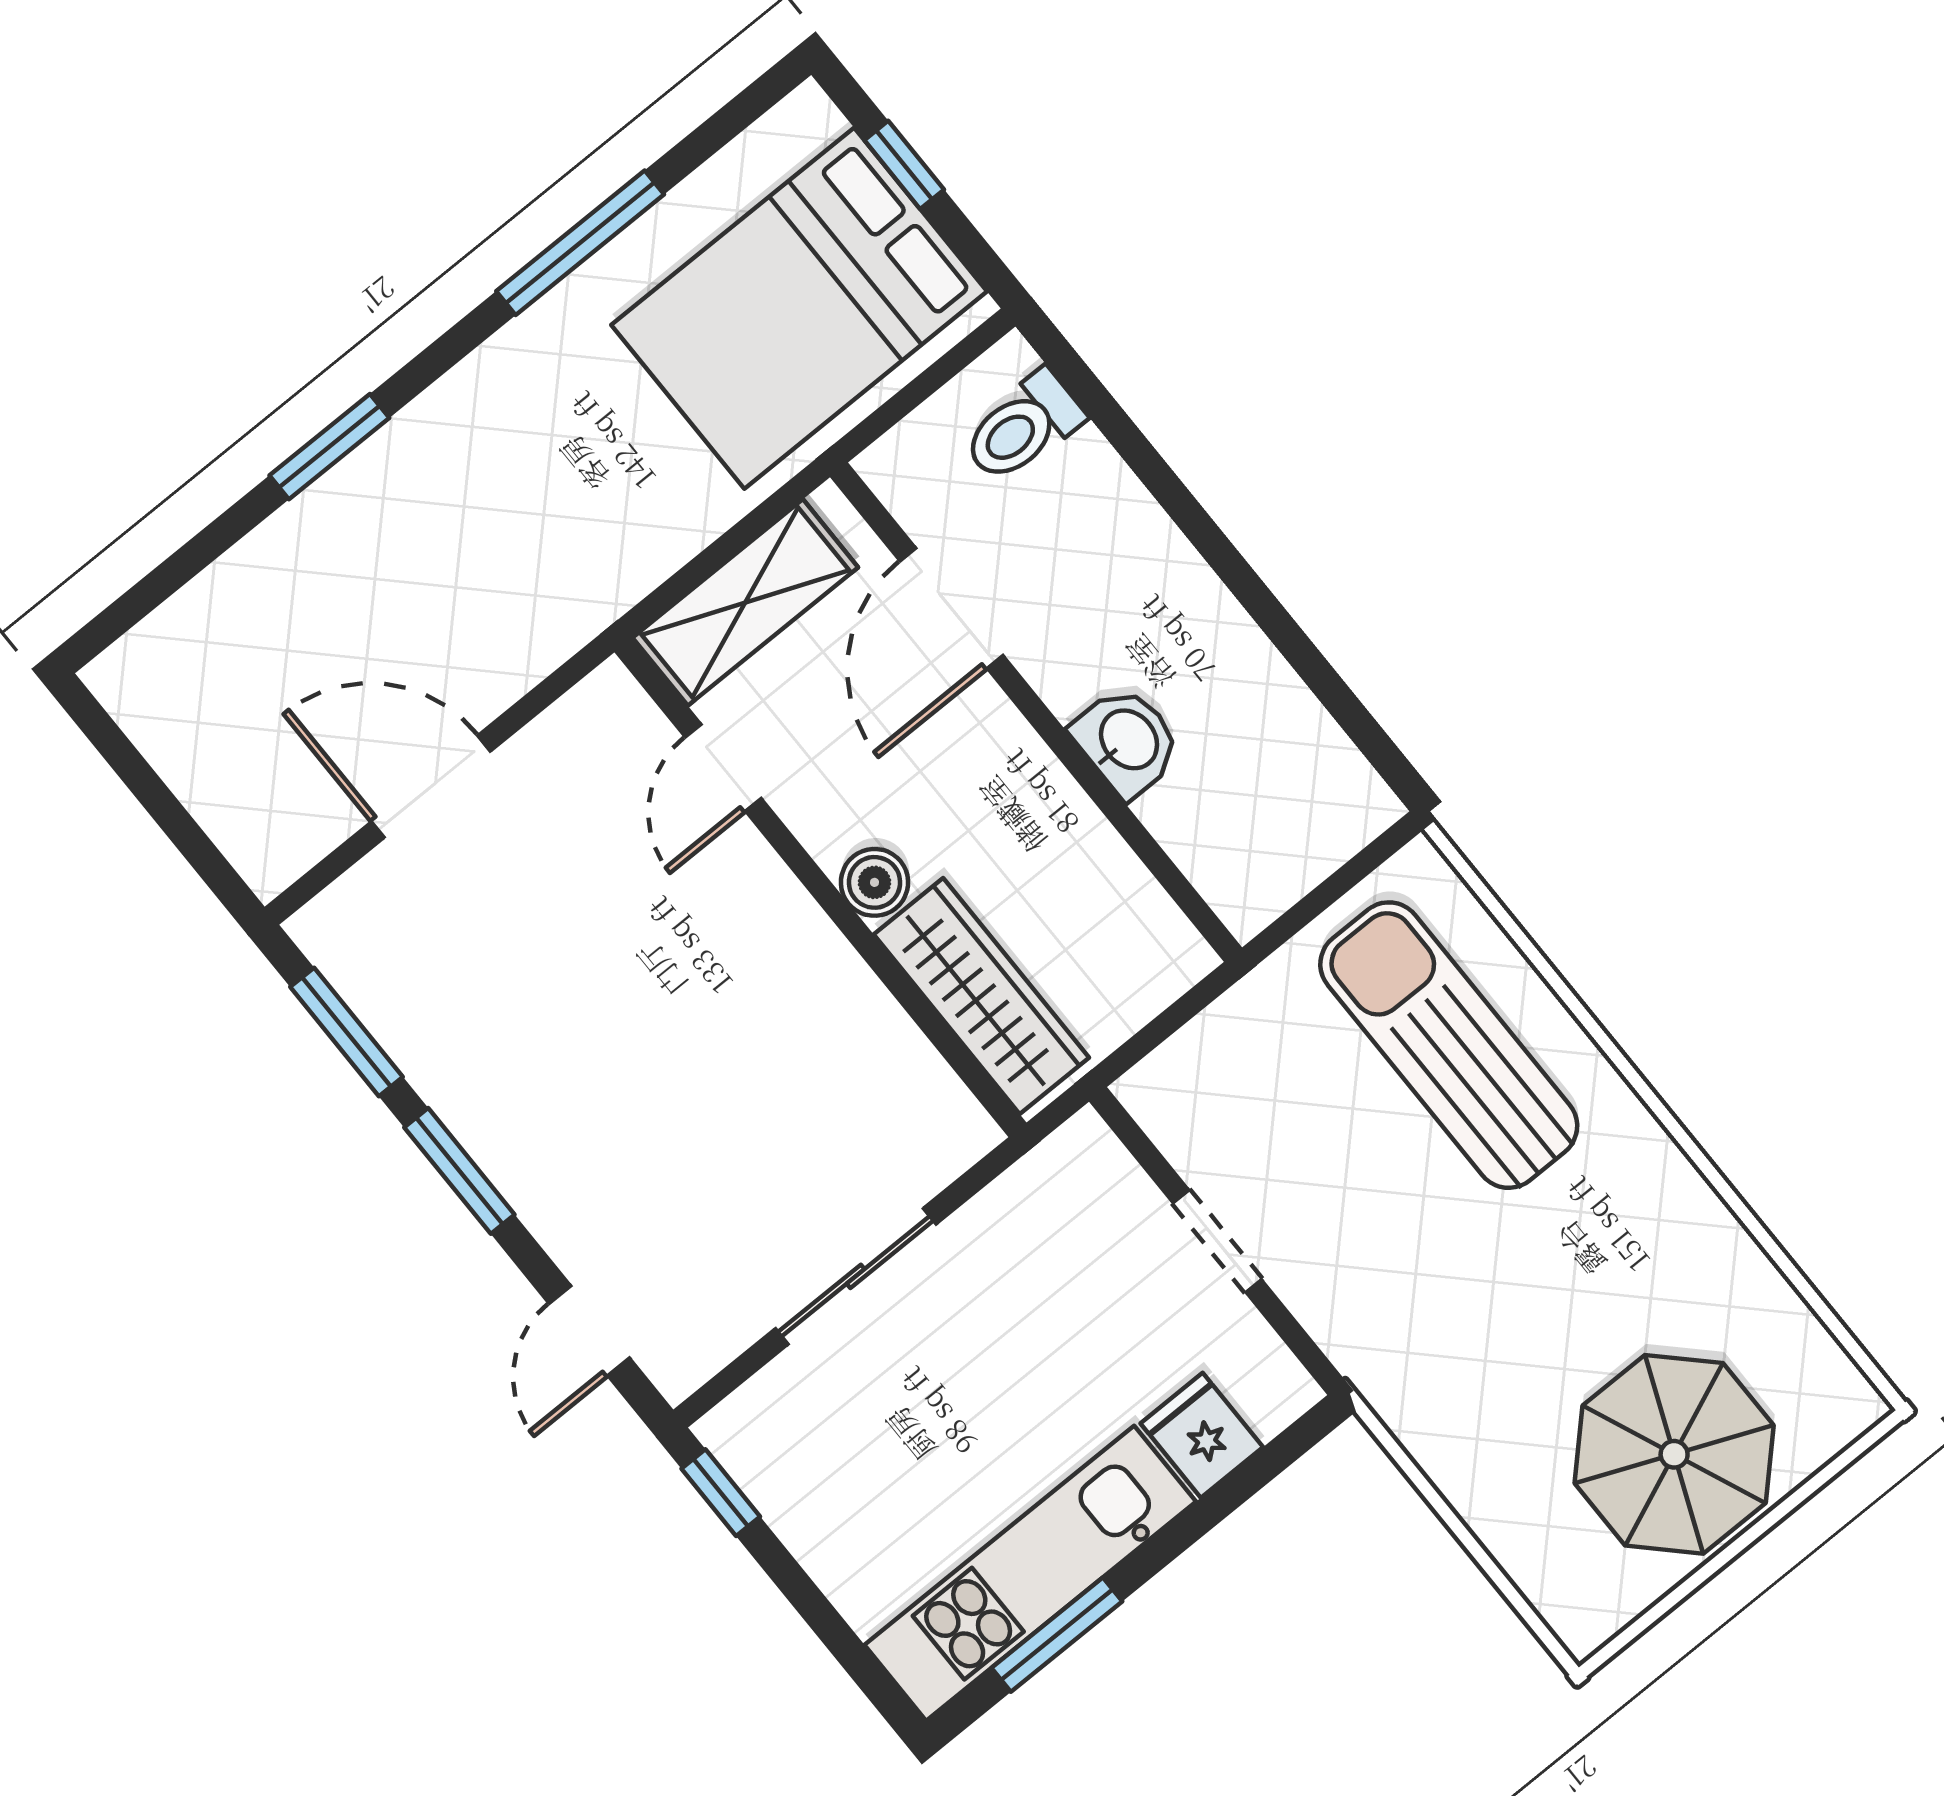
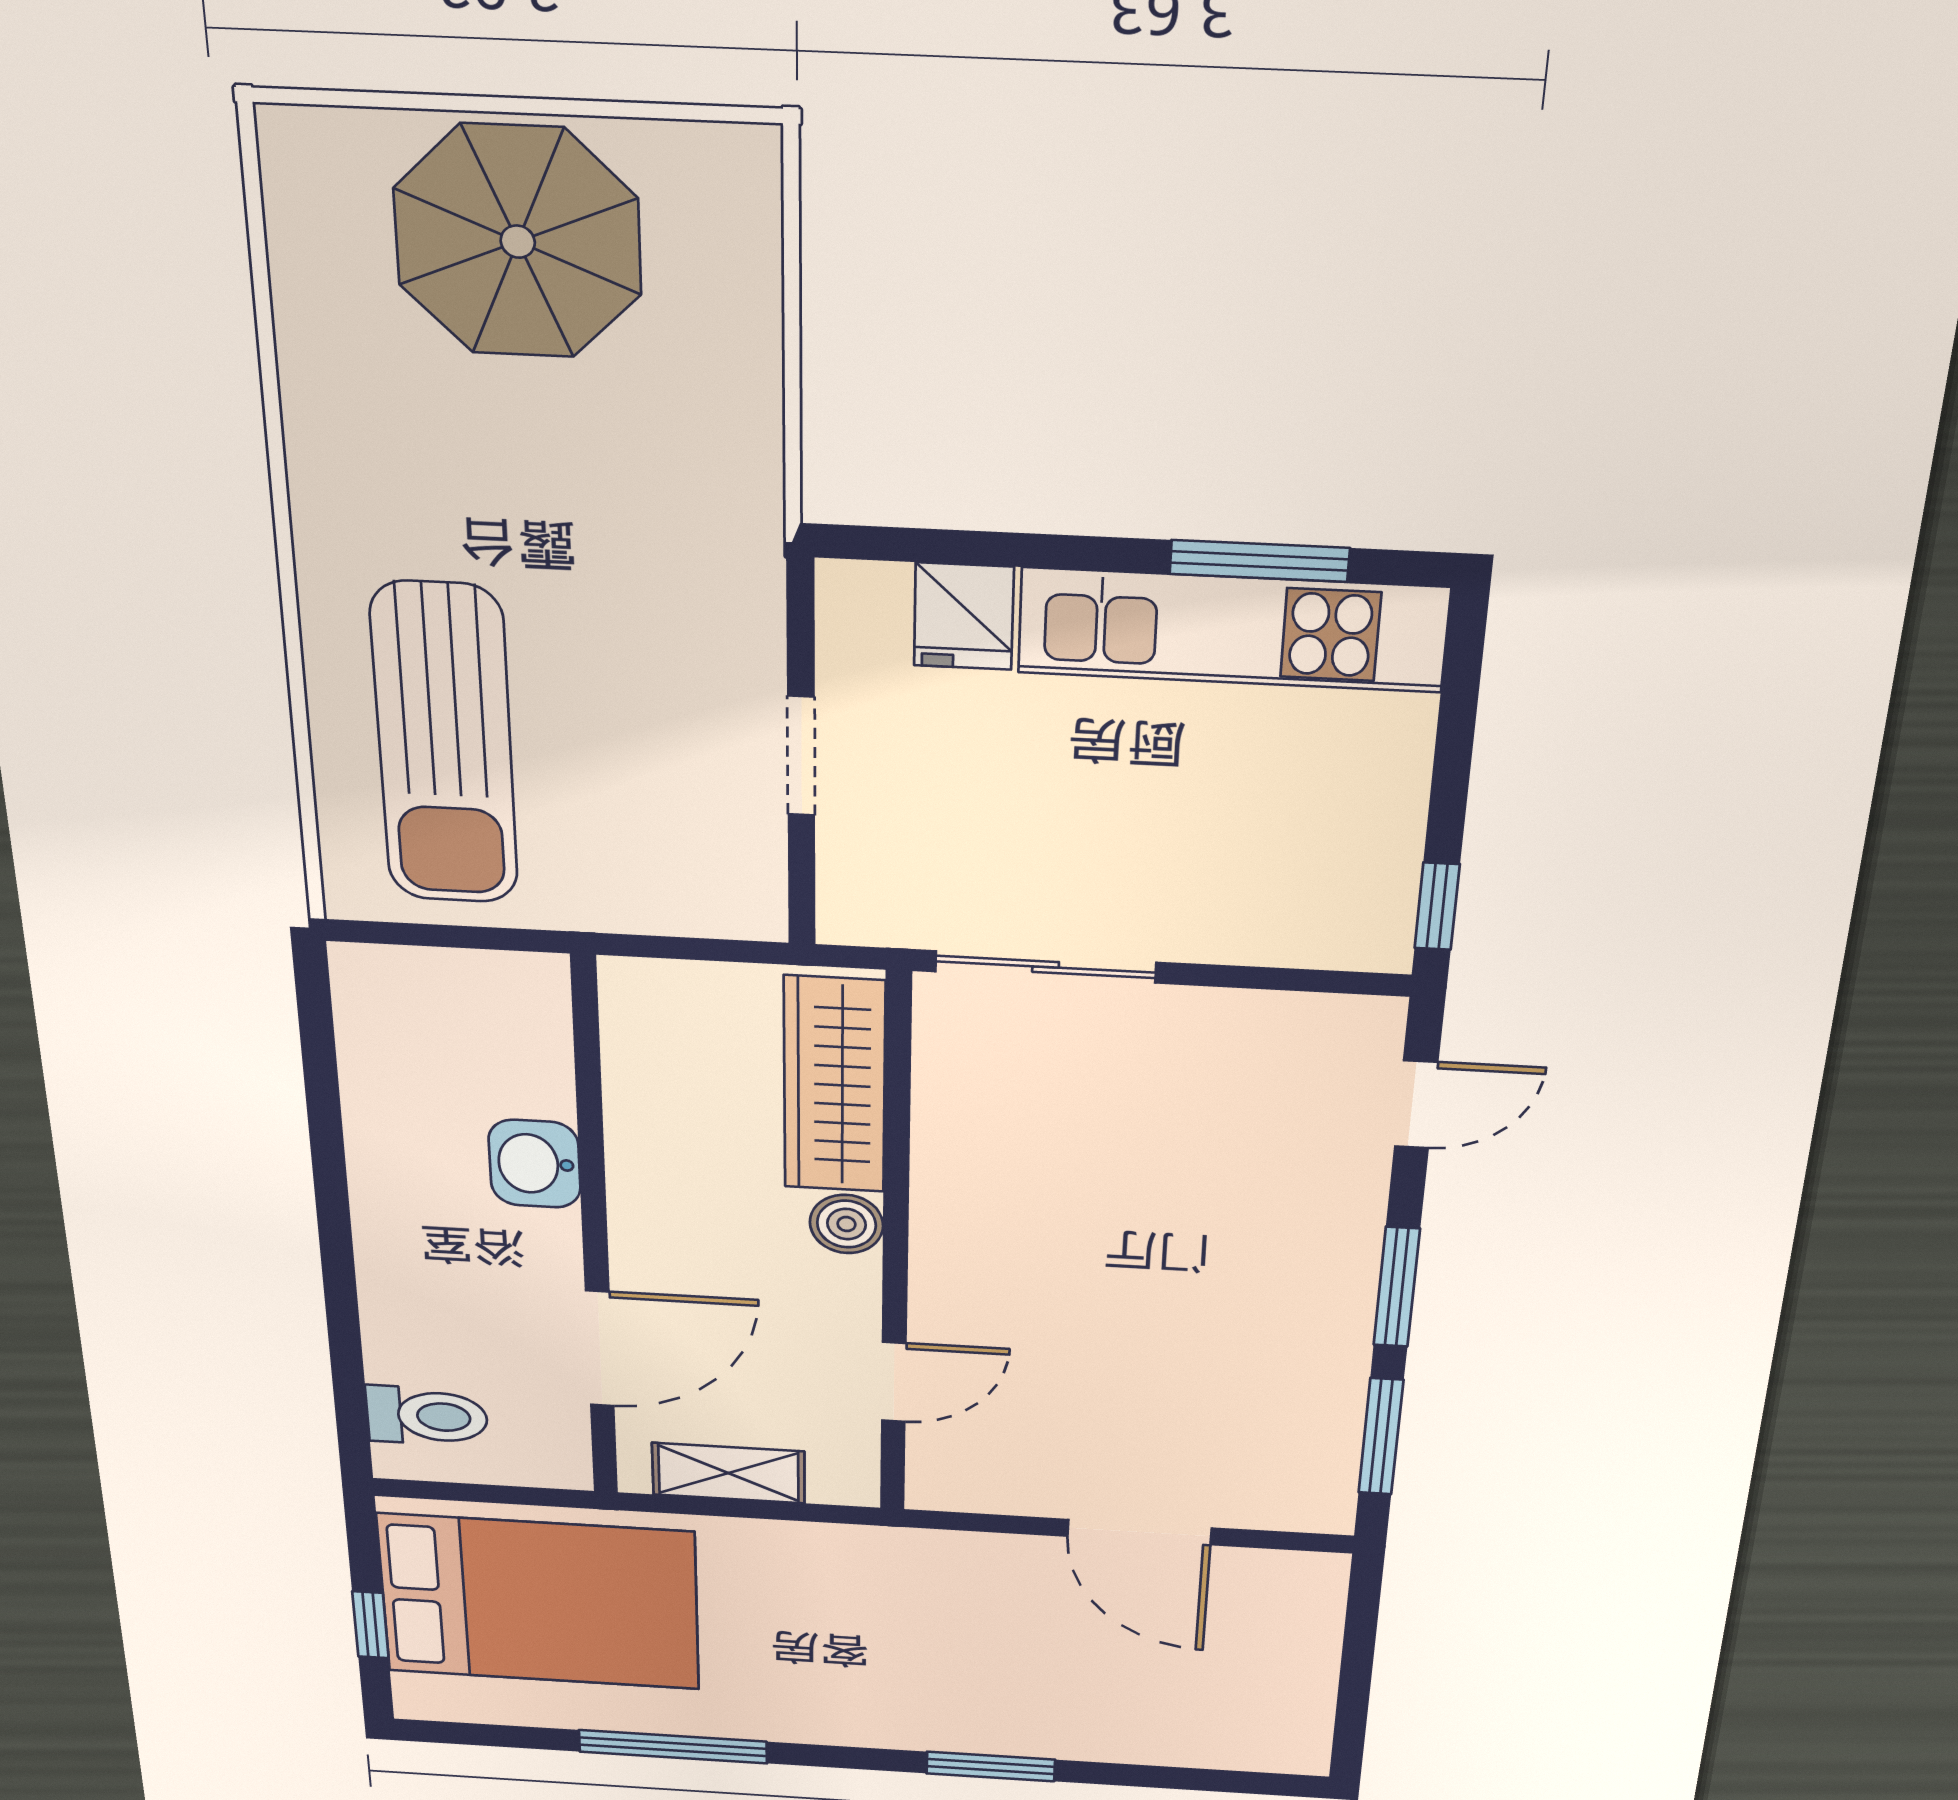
shelving: (745, 602) -> (729, 1473), width x0.67, depth x0.75
sliding door: (856, 1276) -> (1046, 967), moved

